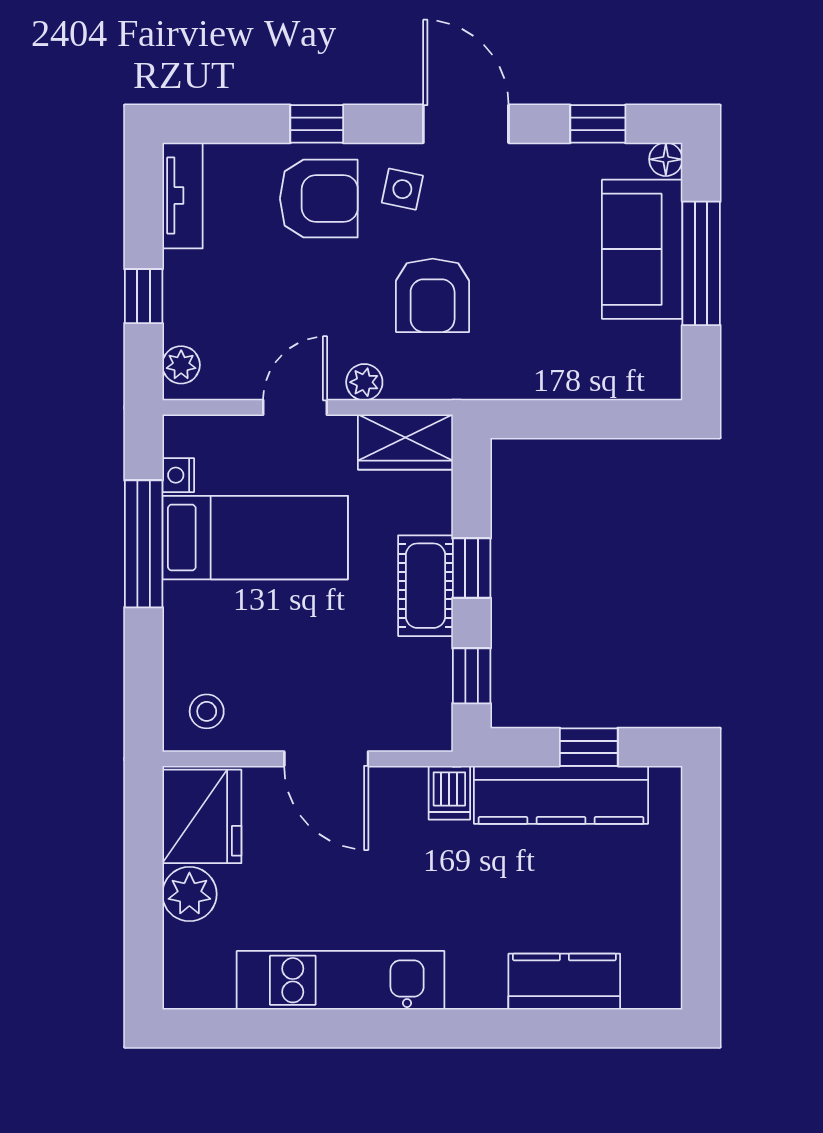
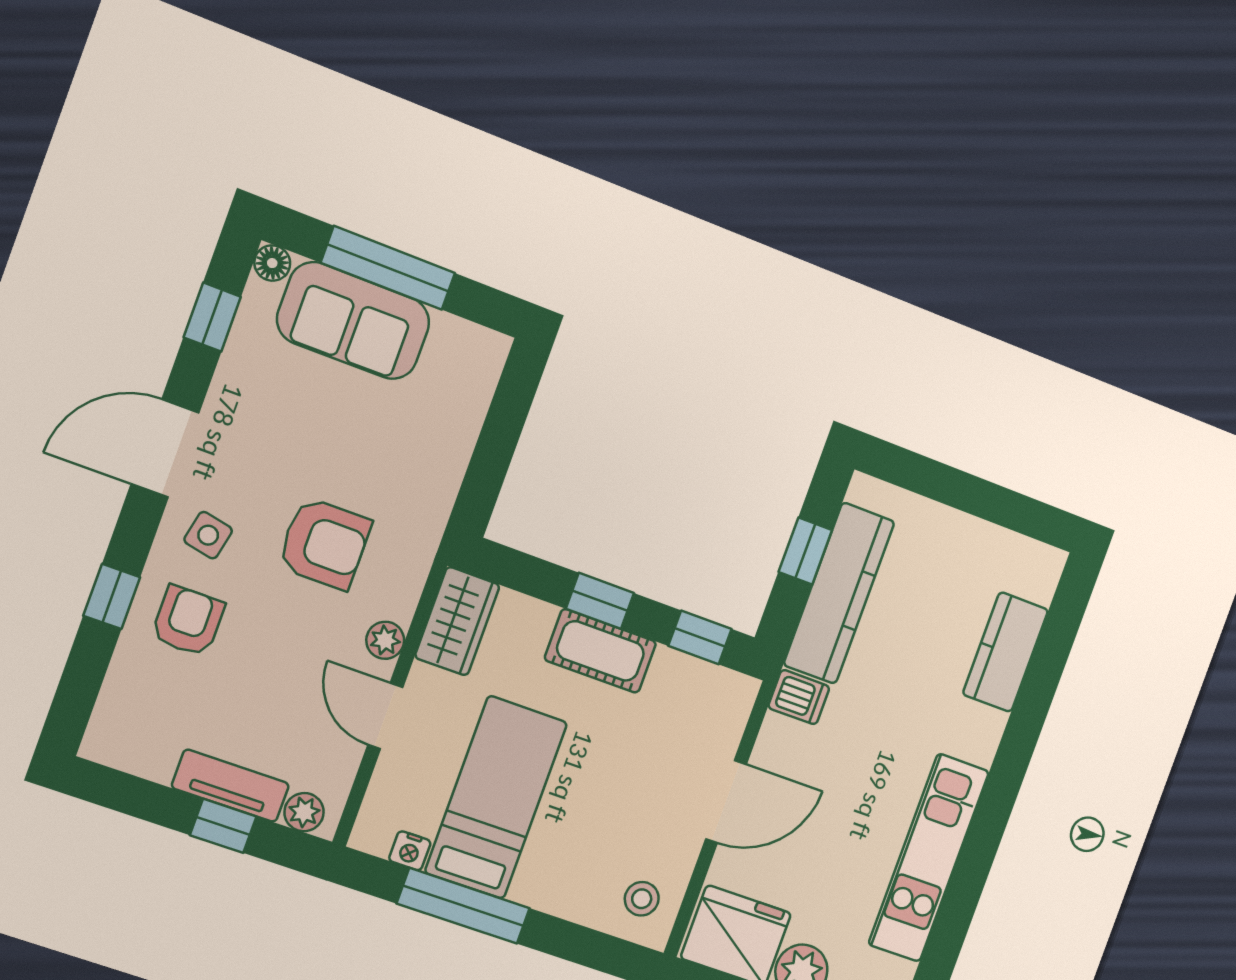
tv unit: (183, 196) -> (230, 786), moved
armchair: (319, 199) -> (188, 621), width x0.72, depth x0.72

